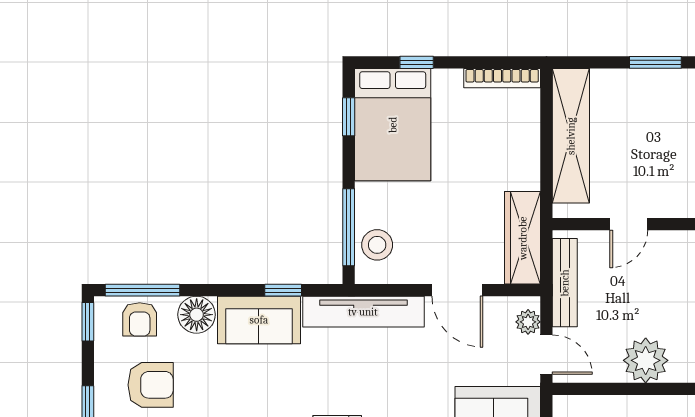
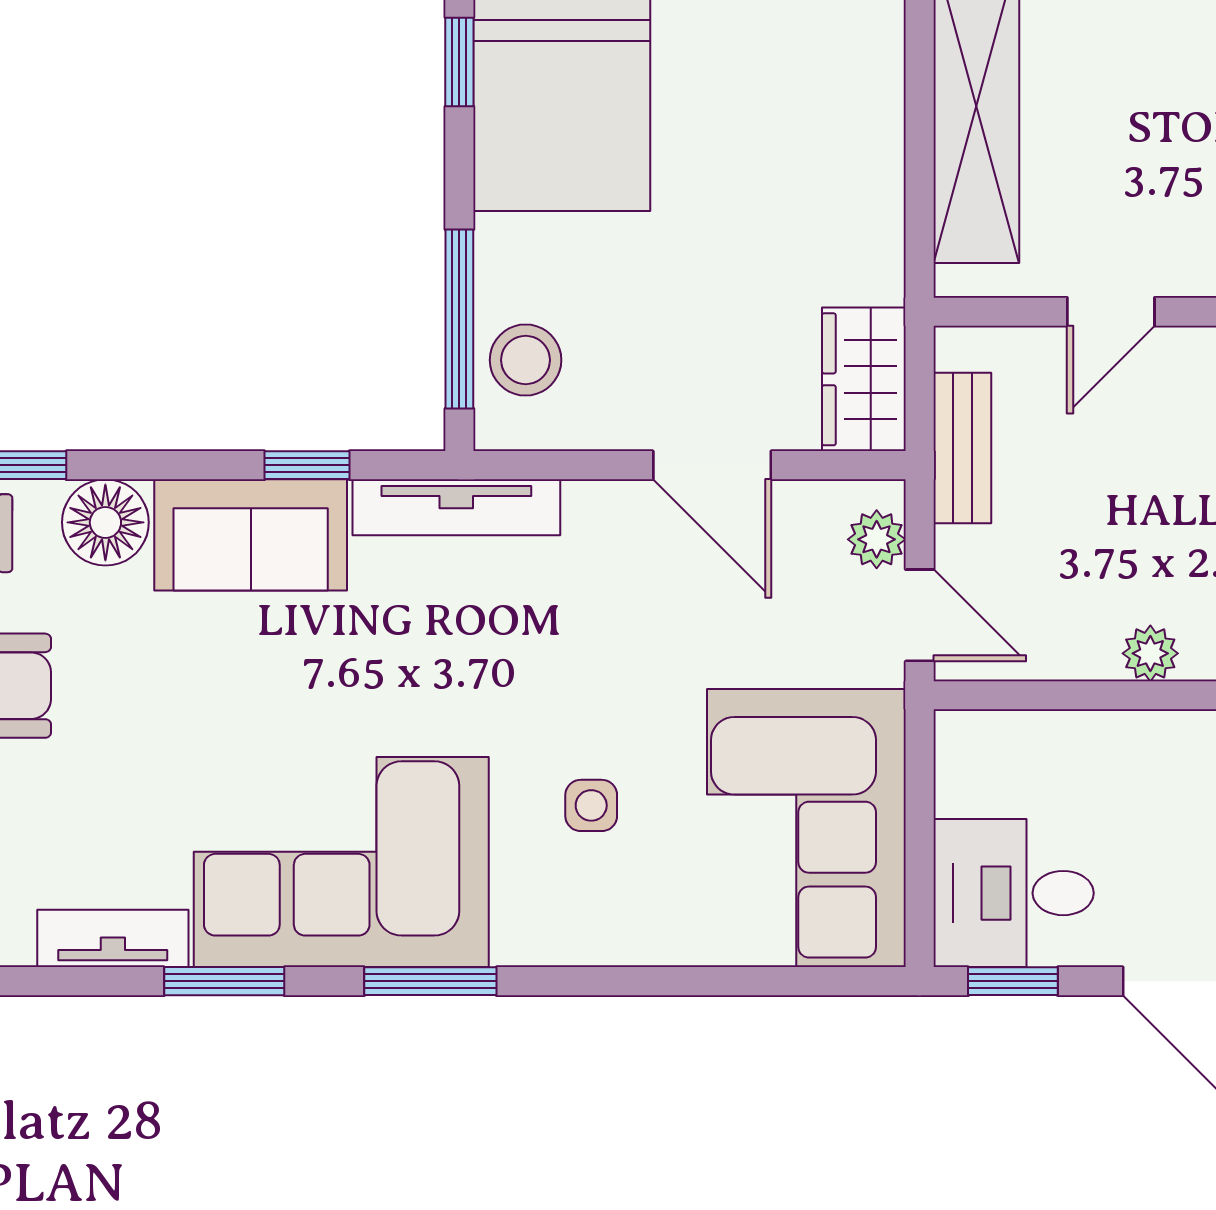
wardrobe: (523, 238) -> (864, 379), width x0.67
bench: (565, 283) -> (962, 448), width x0.73
tv unit: (363, 312) -> (456, 507), width x0.73, depth x0.78
plant: (646, 360) -> (1150, 653), width x0.53, depth x0.53

